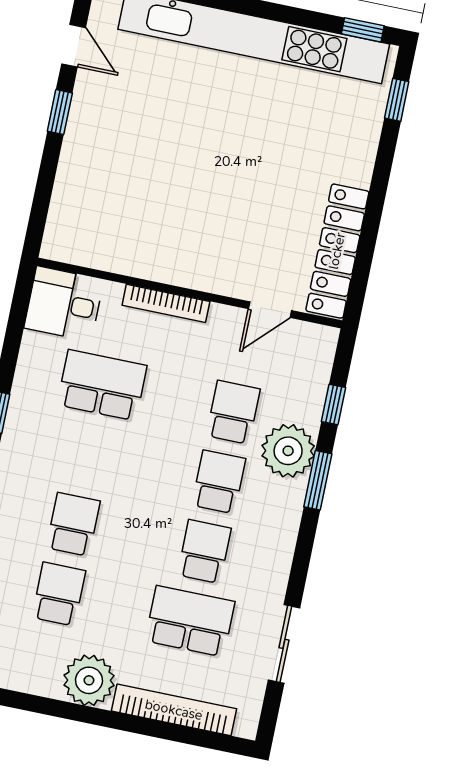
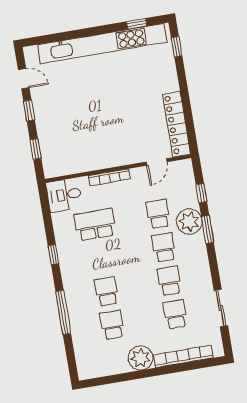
window: (363, 30) -> (137, 24), moved
window: (43, 192) -> (36, 149), added
school desk: (190, 621) -> (175, 314), width x0.54

